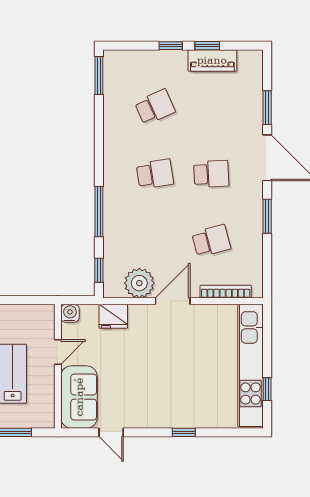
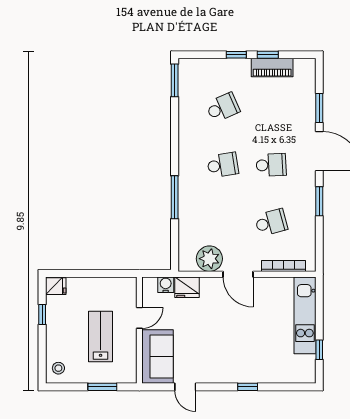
window: (99, 270) -> (175, 248), removed
door: (173, 301) -> (238, 274), swing flipped
water cooler: (70, 313) -> (166, 285), moved
kitchen unit: (251, 365) -> (305, 315), width x0.73

